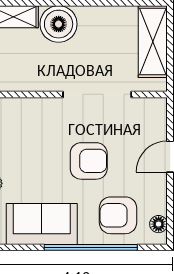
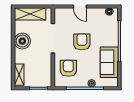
boiler: (59, 24) -> (22, 41), moved
armchair: (118, 215) -> (68, 68), moved, turned 180

